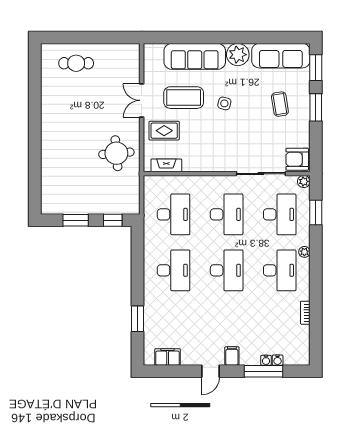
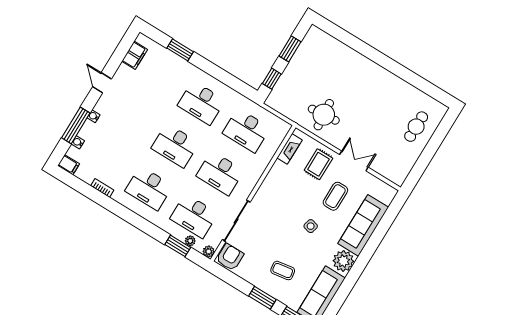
coffee table: (184, 98) -> (335, 196), width x0.73, depth x0.76
plant: (304, 252) -> (190, 241), moved
filing cabinet: (232, 356) -> (69, 165), moved
water cooler: (266, 360) -> (94, 116), moved

